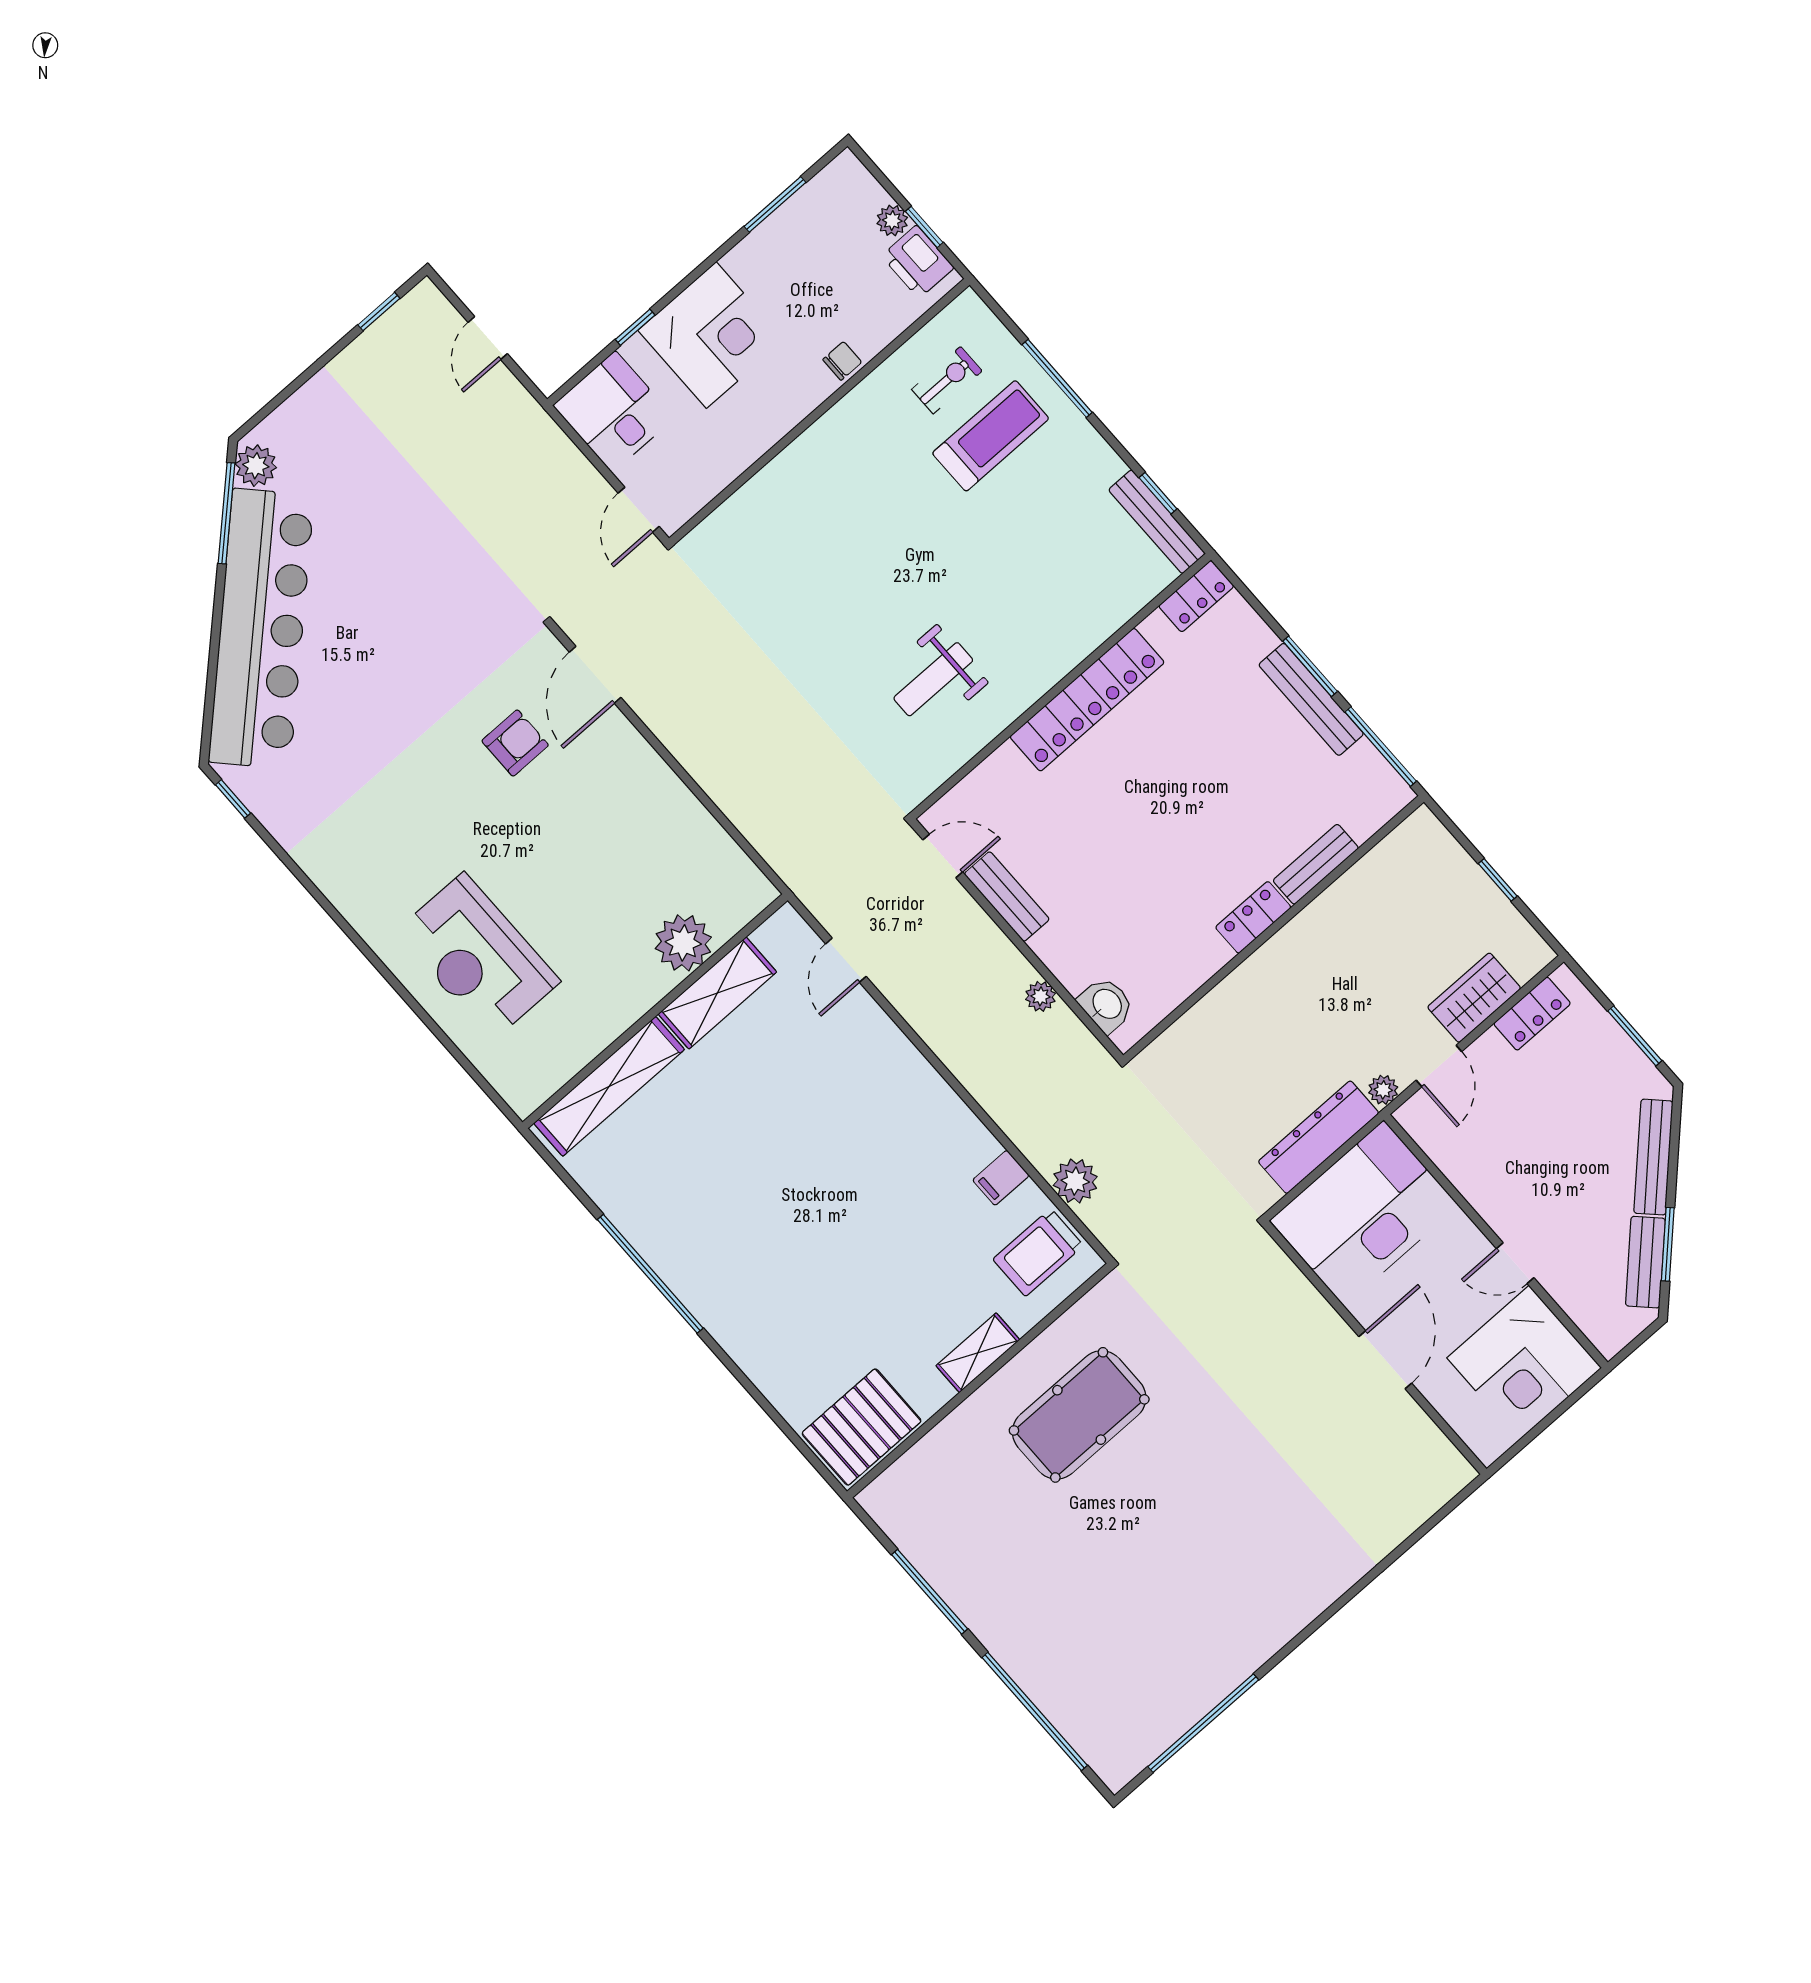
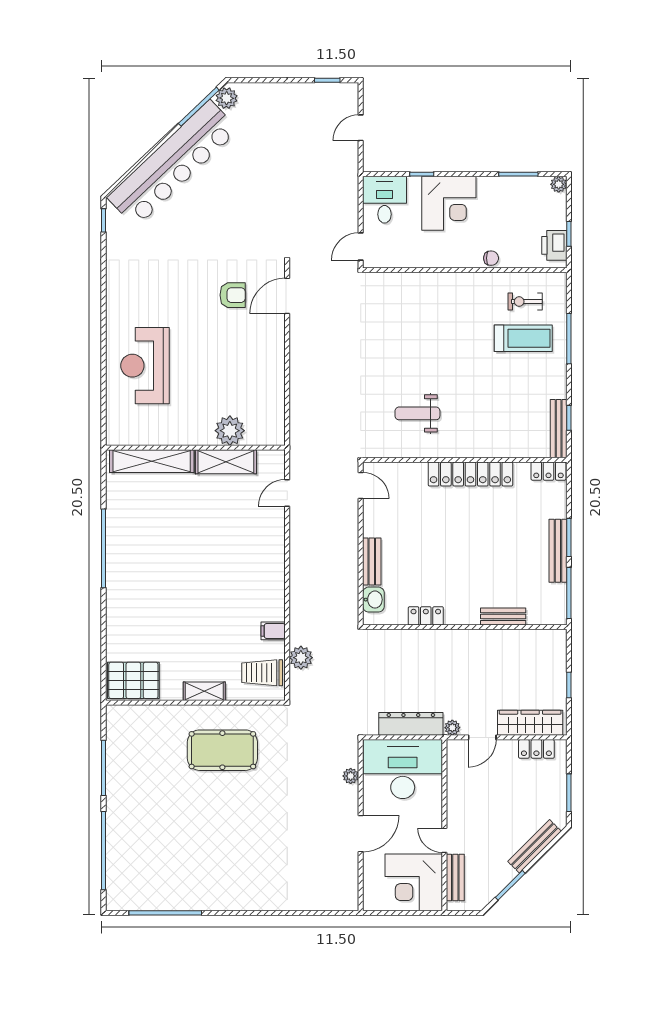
plant: (892, 220) -> (559, 184), moved
exercise bike: (947, 380) -> (525, 301), turned 180
bench: (1007, 896) -> (372, 562), moved
locker: (1253, 917) -> (426, 616), moved
plant: (1040, 996) -> (351, 776), moved
wardrobe: (1474, 998) -> (530, 723), width x1.50
bench: (1645, 1262) -> (455, 877), moved, turned -45

